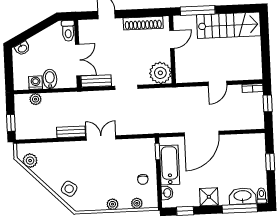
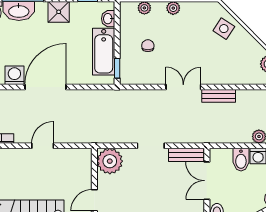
door: (202, 134) -> (45, 87), moved
double door: (101, 138) -> (183, 87), swing flipped
washing machine: (244, 142) -> (14, 75), added
chair: (143, 179) -> (148, 46), moved

